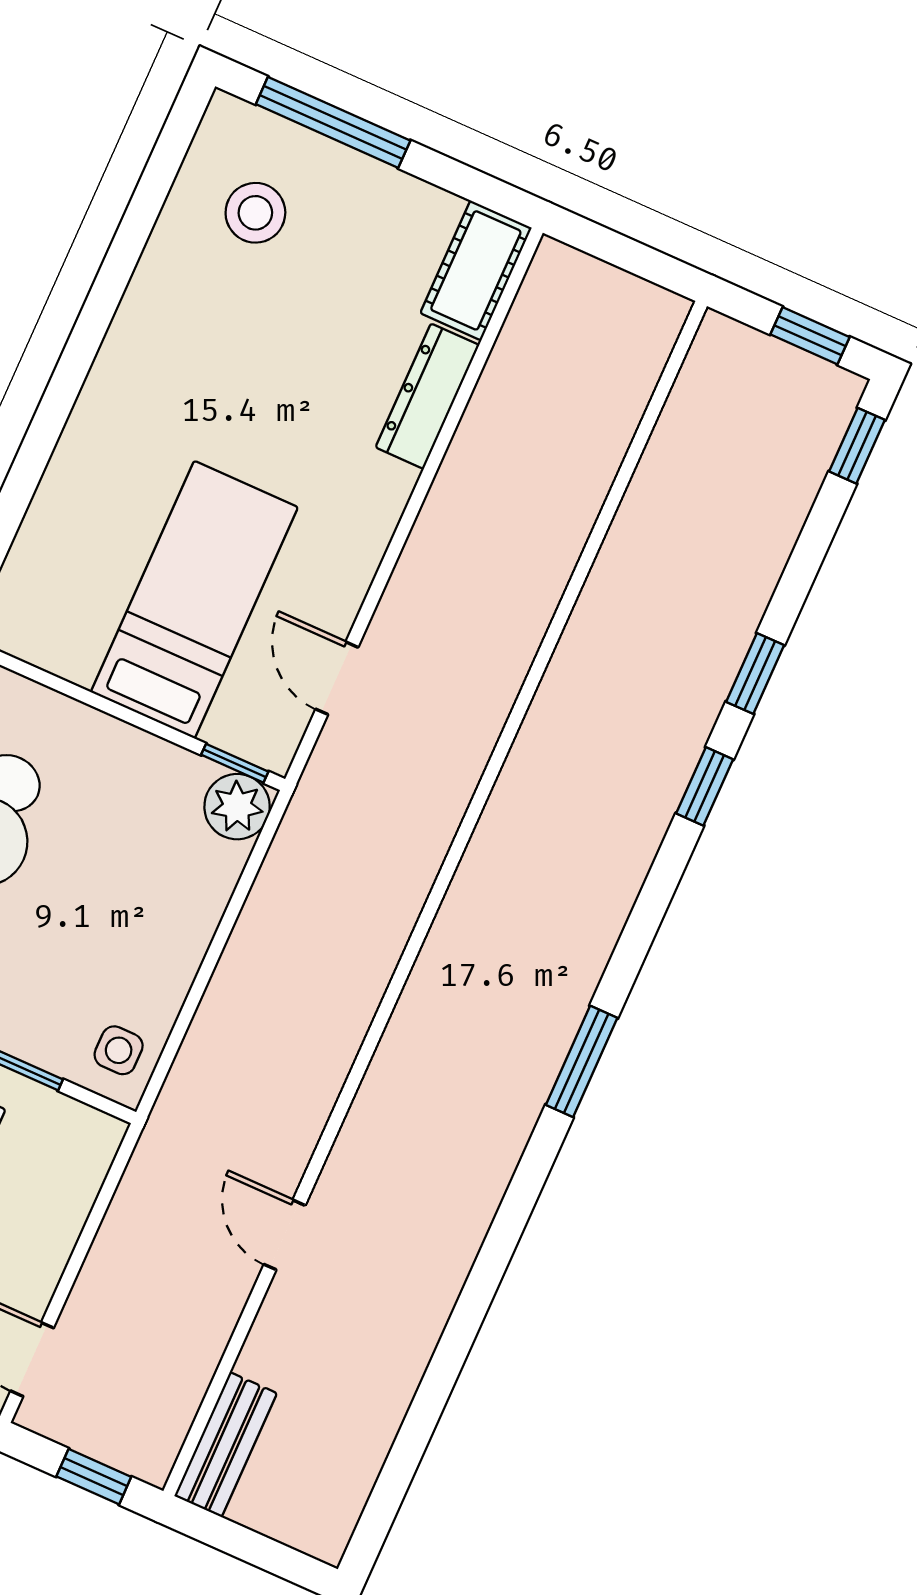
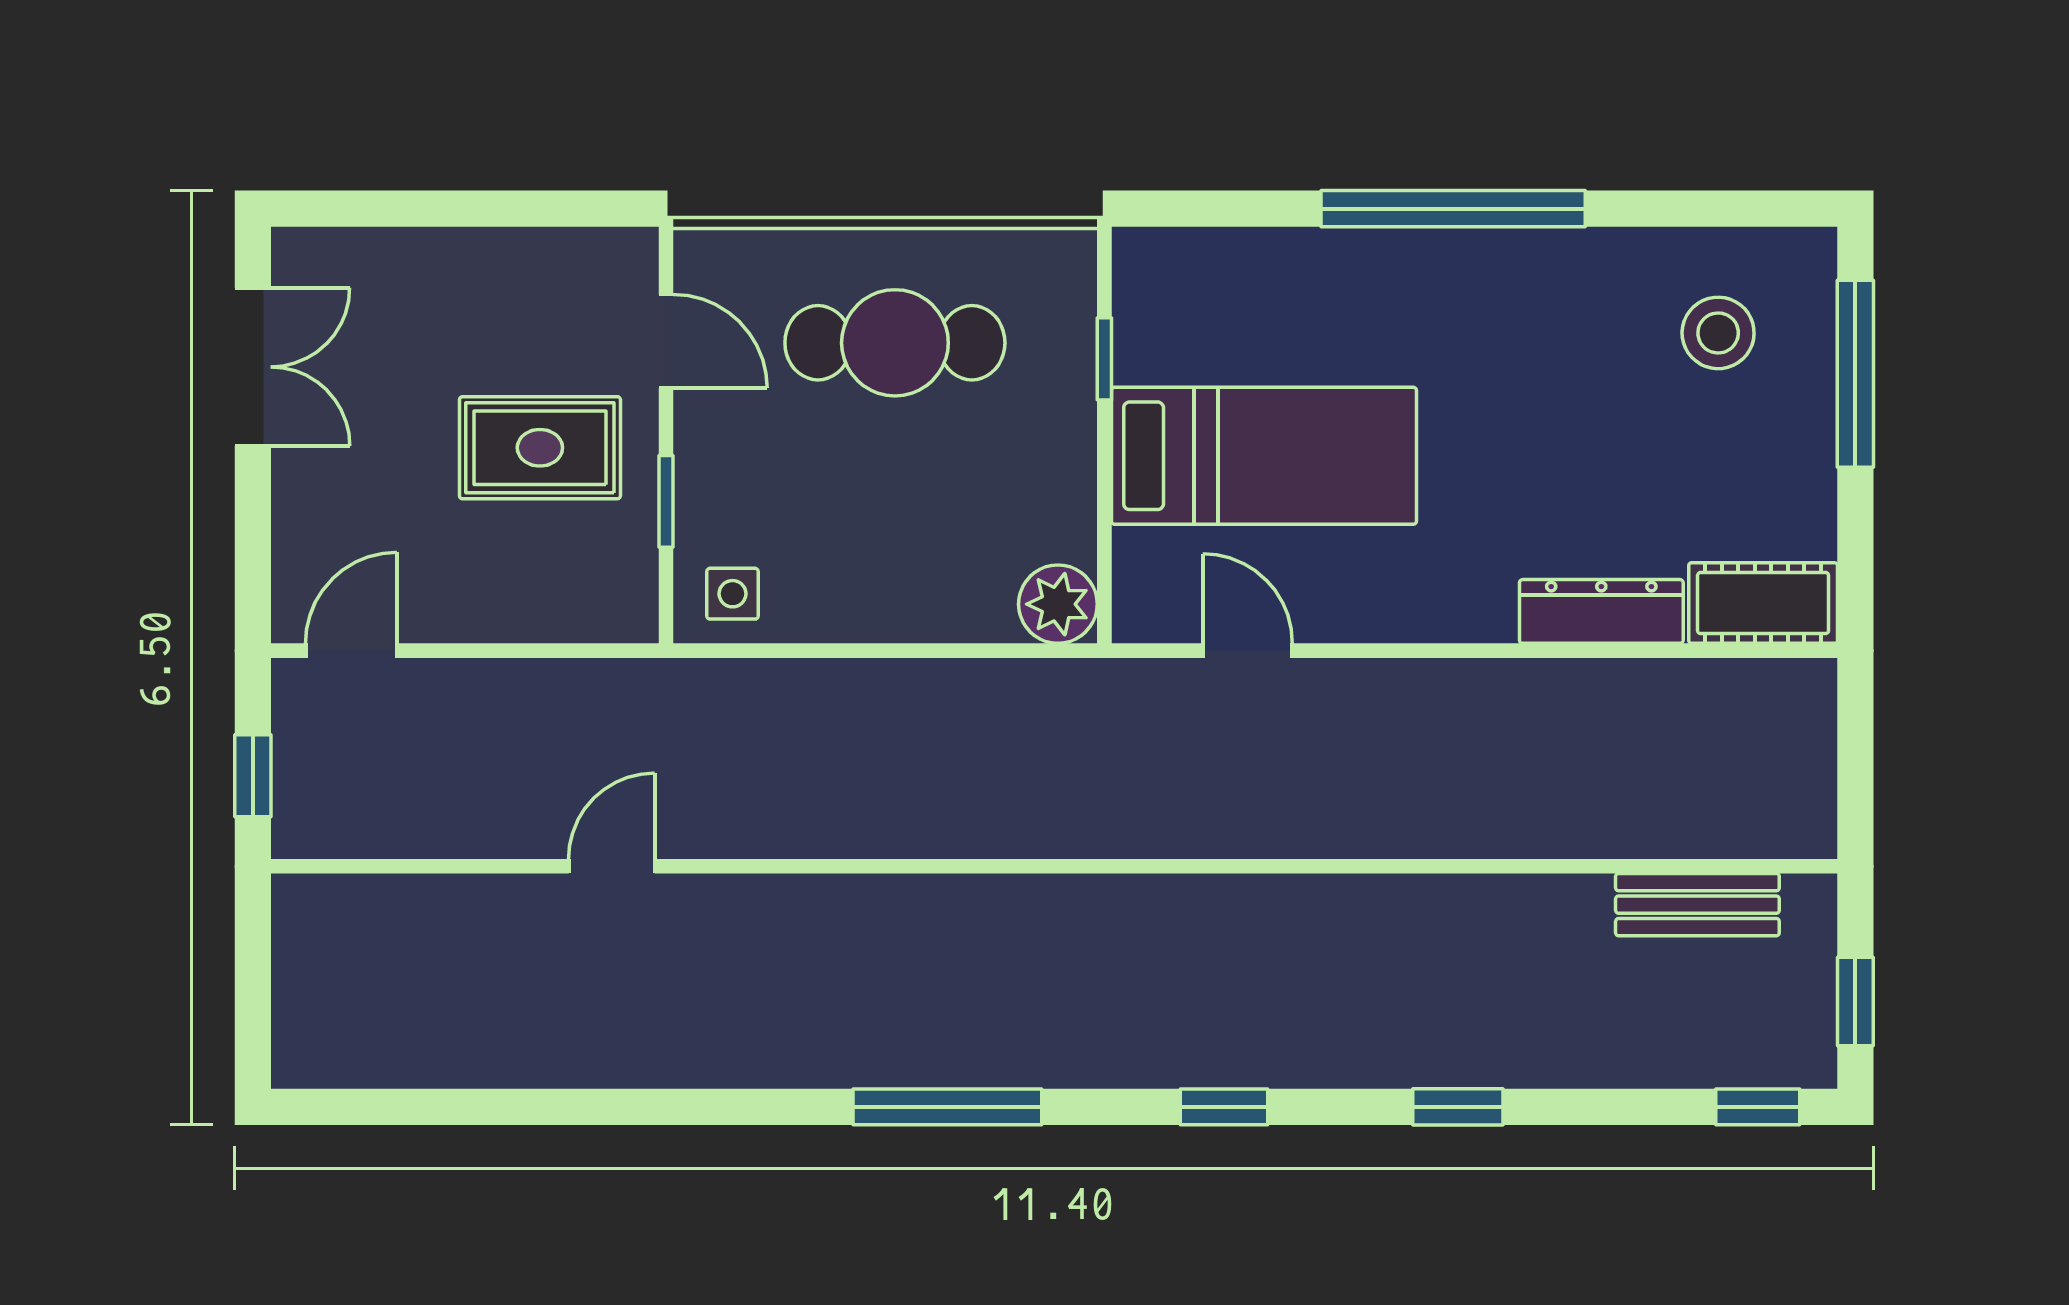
window: (71, 372) -> (1453, 209), added
door: (337, 678) -> (1248, 651), hinge flipped
window: (235, 763) -> (1104, 359), moved
window: (705, 786) -> (1224, 1107), moved
window: (582, 1061) -> (947, 1107), width x1.44
bench: (226, 1445) -> (1697, 905), moved

